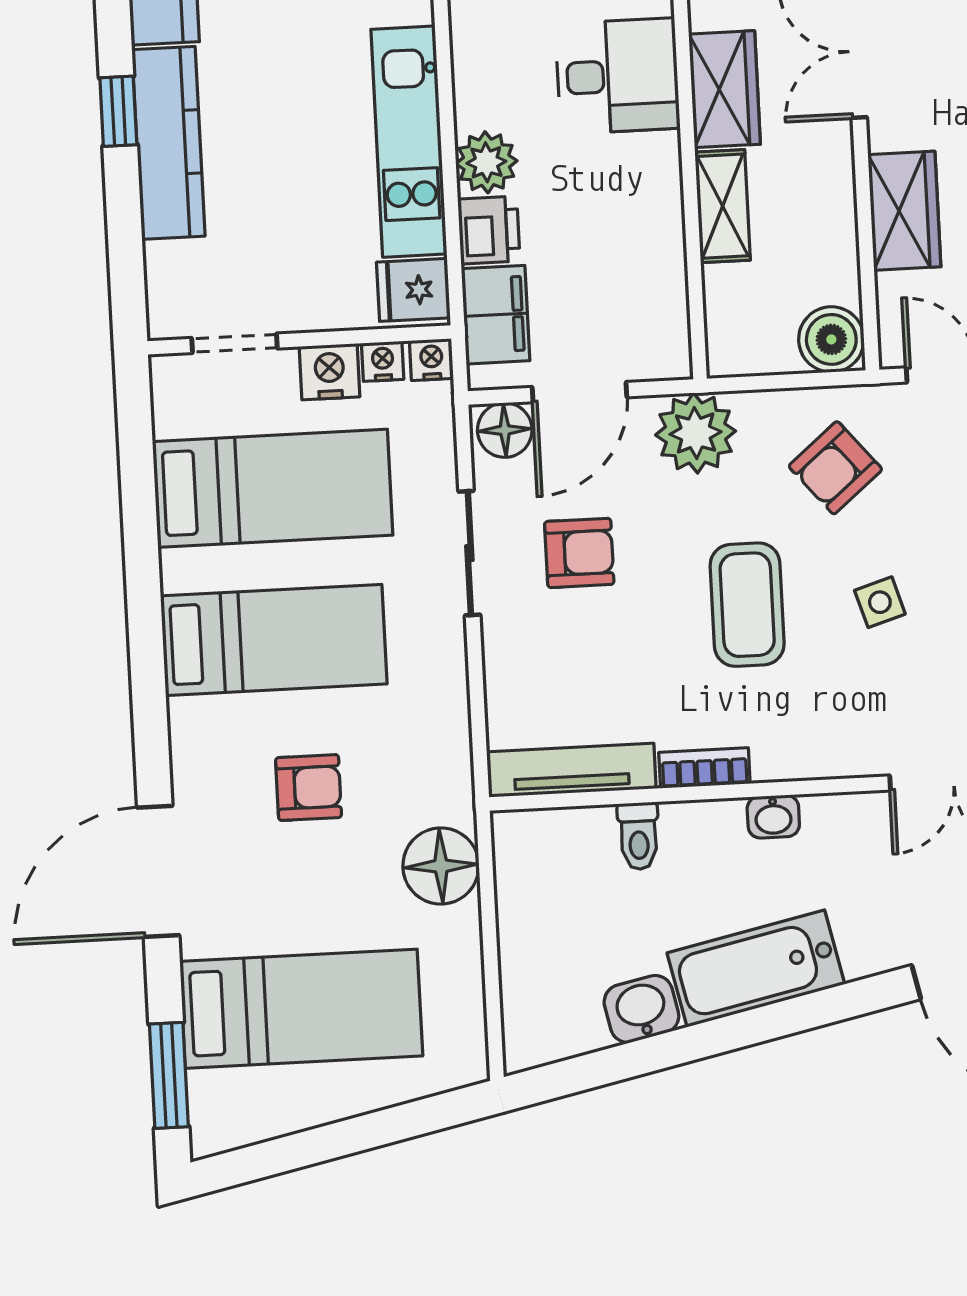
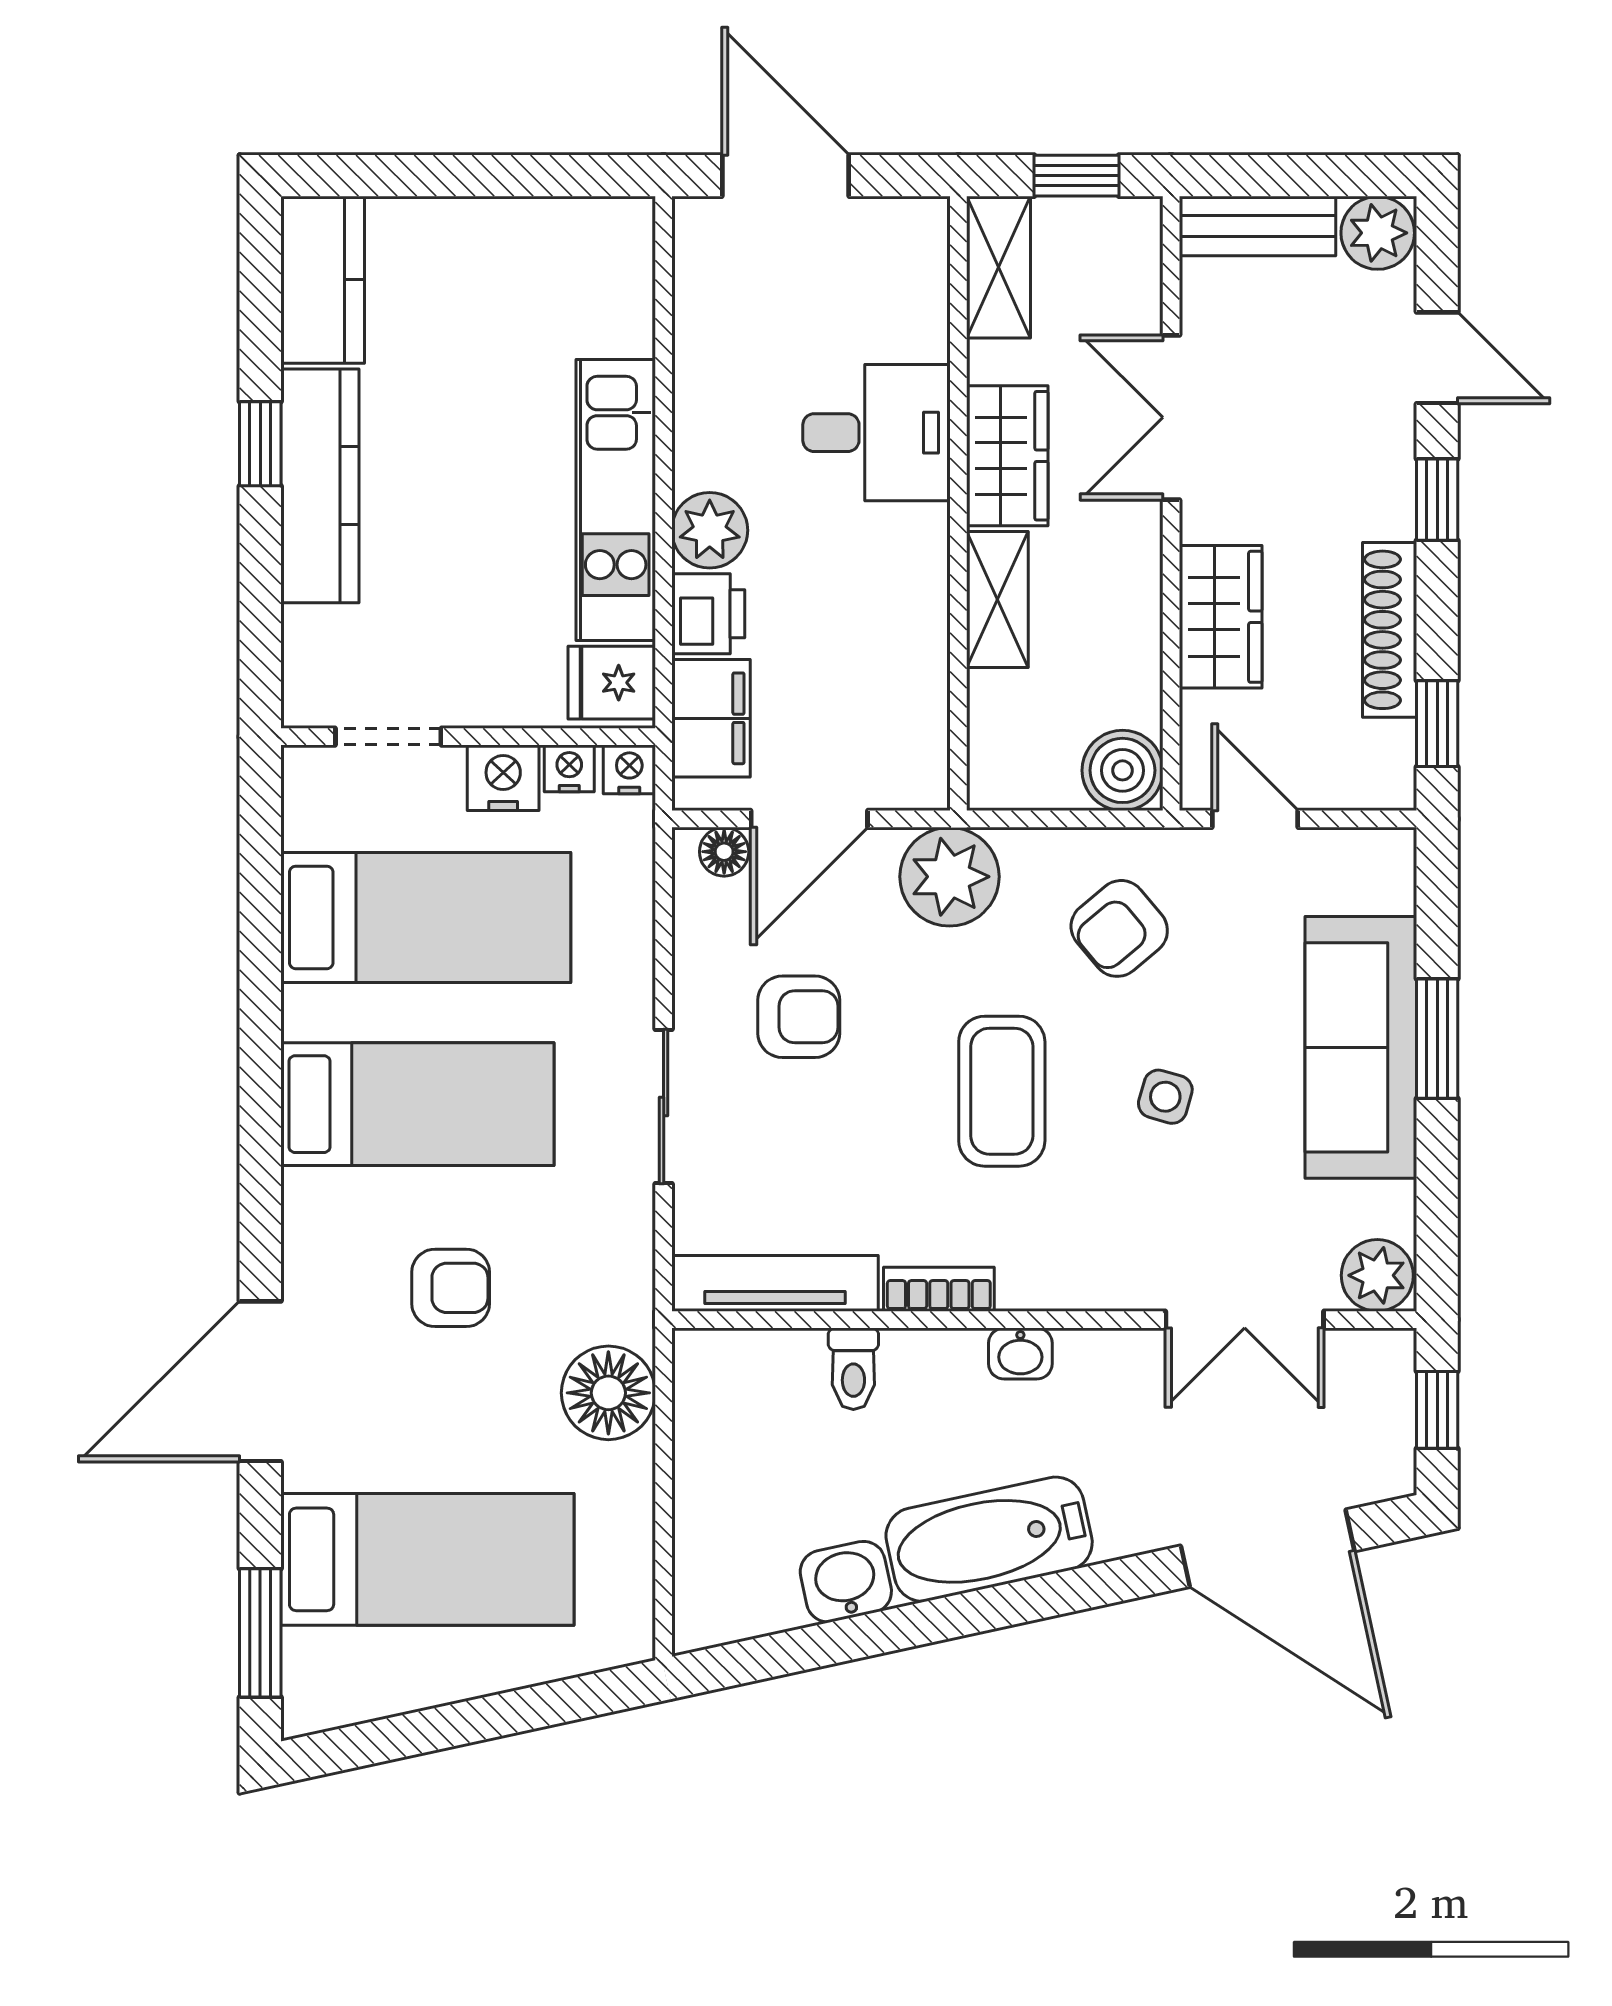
floor lamp: (505, 430) -> (724, 852), width x0.73, depth x0.73
sliding door: (469, 553) -> (664, 1106), moved
side table: (880, 602) -> (1165, 1097), turned 33

